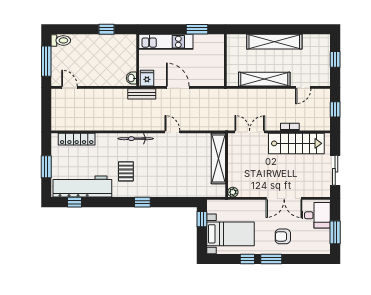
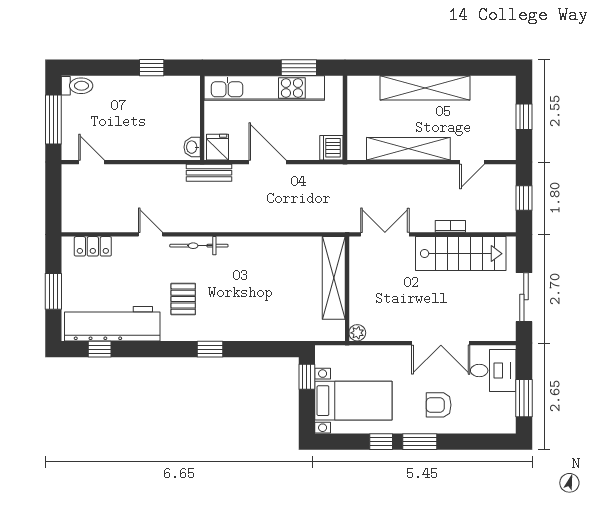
kitchen unit: (166, 42) -> (264, 88), width x1.36
dishwasher: (217, 78) -> (331, 148), added
door: (172, 132) -> (150, 234), moved
locker: (77, 139) -> (93, 246), width x0.66

